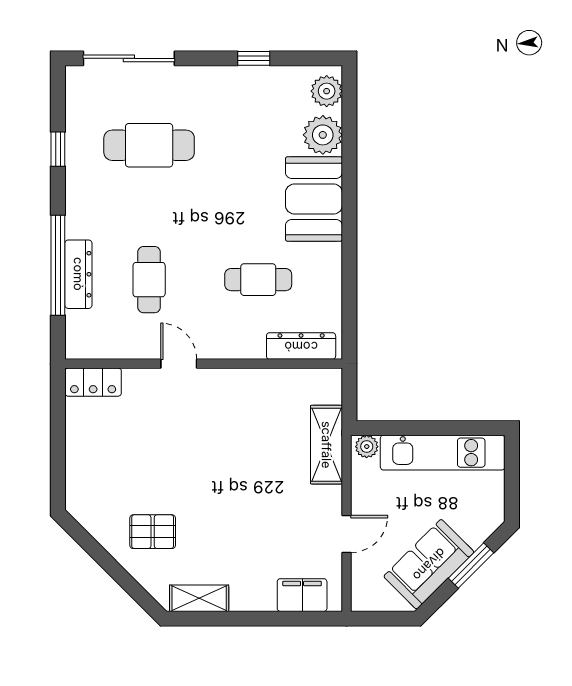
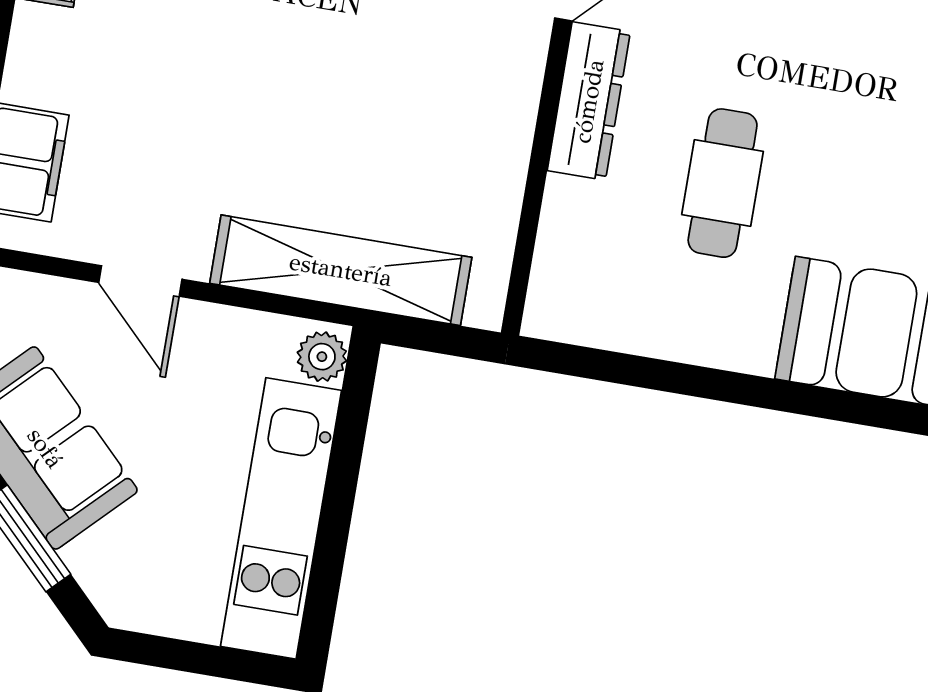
dresser: (301, 346) -> (589, 101), moved
shelving: (326, 445) -> (341, 270), width x1.47

